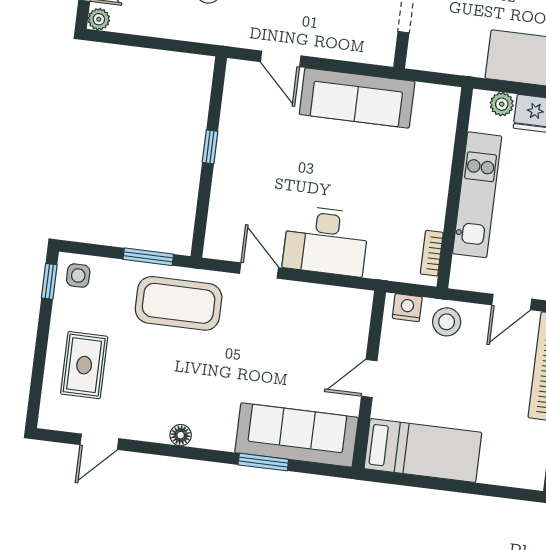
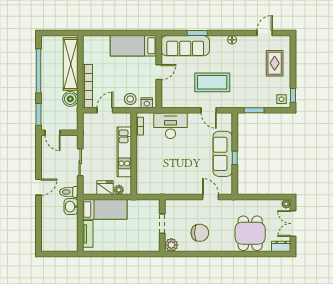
sofa: (357, 98) -> (223, 154), moved, turned -90
desk: (326, 241) -> (170, 126), moved
coffee table: (179, 303) -> (212, 82), moved

